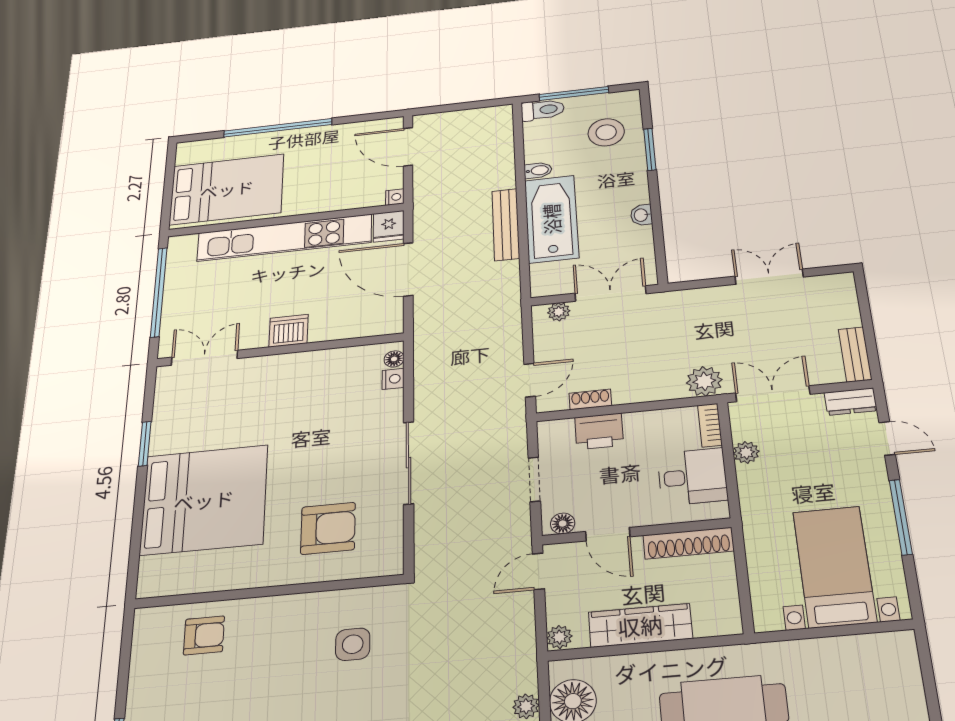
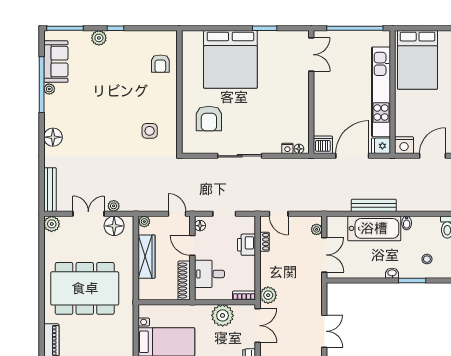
stool: (606, 132) -> (427, 259), width x0.53, depth x0.53
nightstand: (395, 197) -> (404, 145), width x1.89, depth x1.79
washbasin: (641, 215) -> (392, 273), moved
dishwasher: (289, 331) -> (323, 145), moved, turned -90
plant: (746, 452) -> (223, 315), width x1.87, depth x1.87
desk: (692, 477) -> (209, 274), moved, turned 90
door: (608, 534) -> (192, 245), hinge flipped

